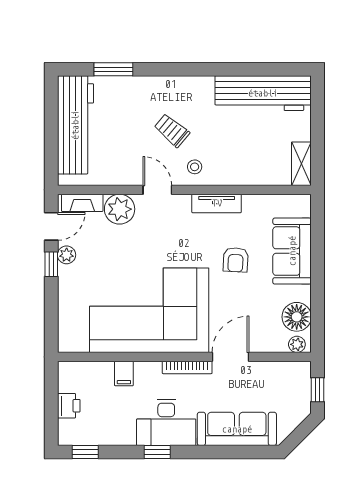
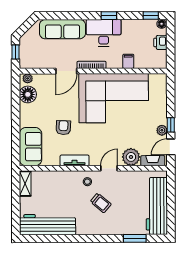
door: (157, 190) -> (109, 168), swing flipped
sofa: (292, 251) -> (31, 147), moved
floor lamp: (67, 438) -> (162, 24), added

